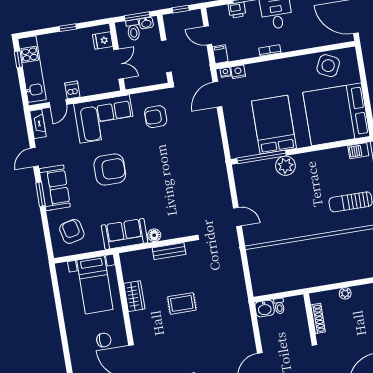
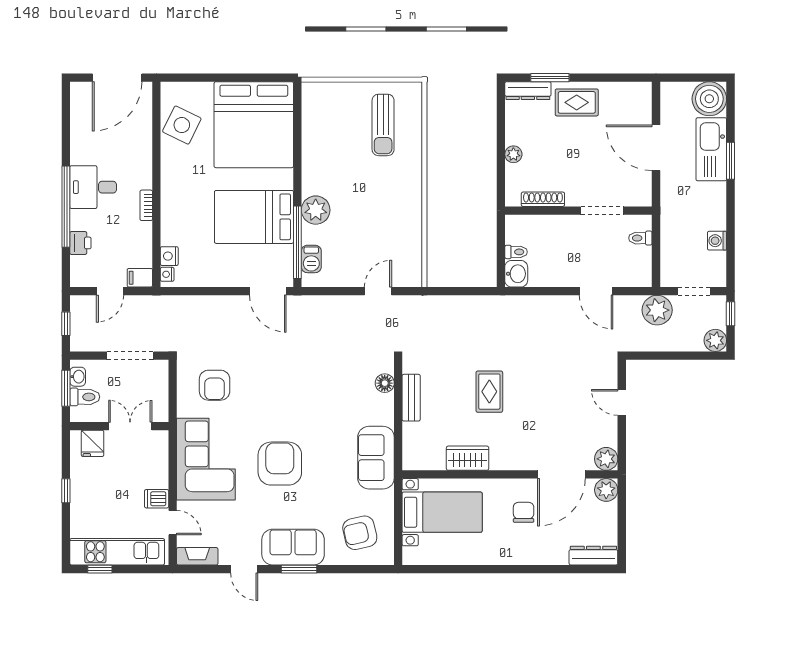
door: (217, 94) -> (268, 291), moved
barbecue: (358, 151) -> (311, 259), moved
floor lamp: (154, 235) -> (385, 383), moved

